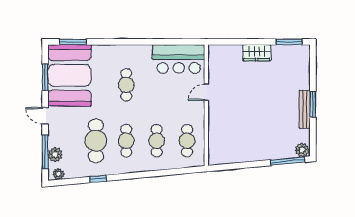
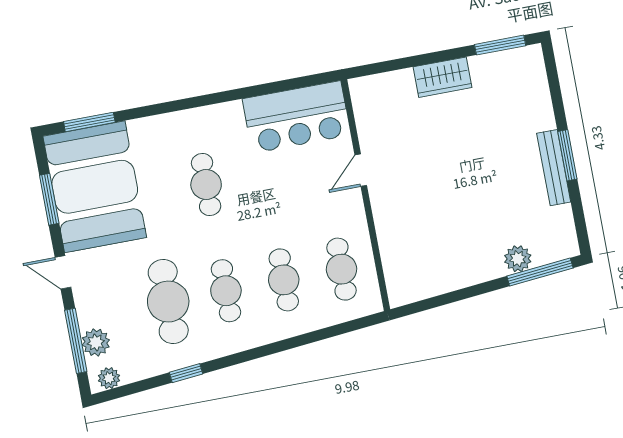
plant: (302, 150) -> (518, 259), moved

